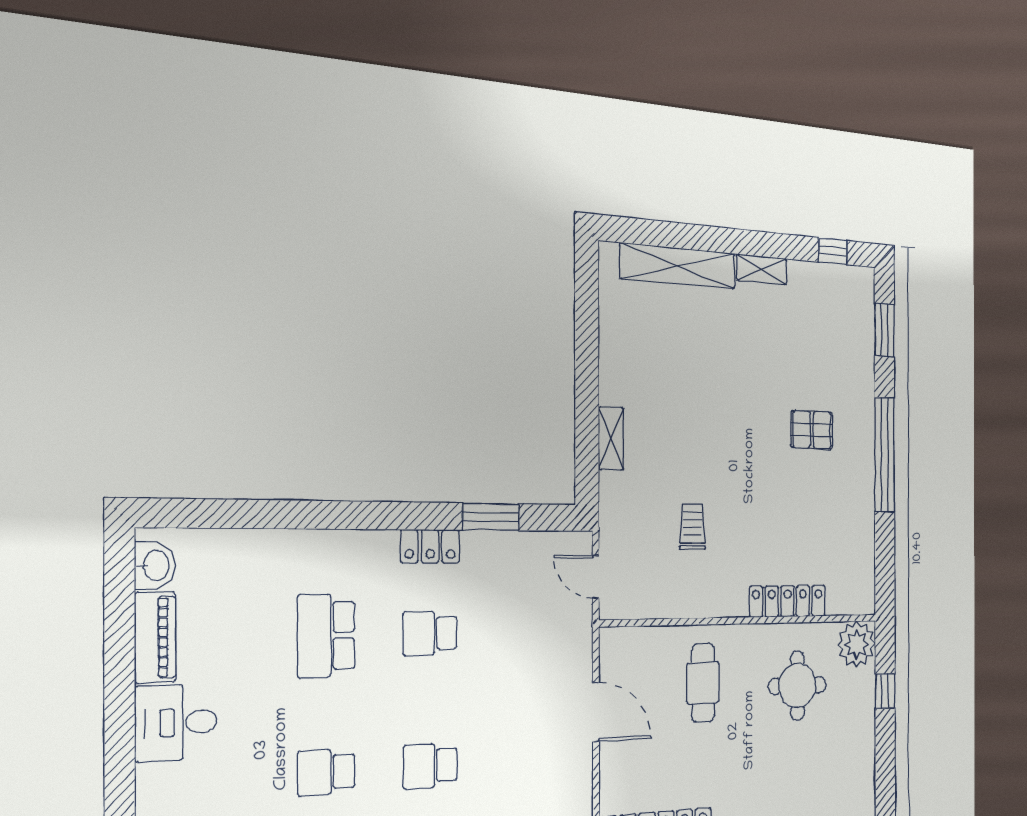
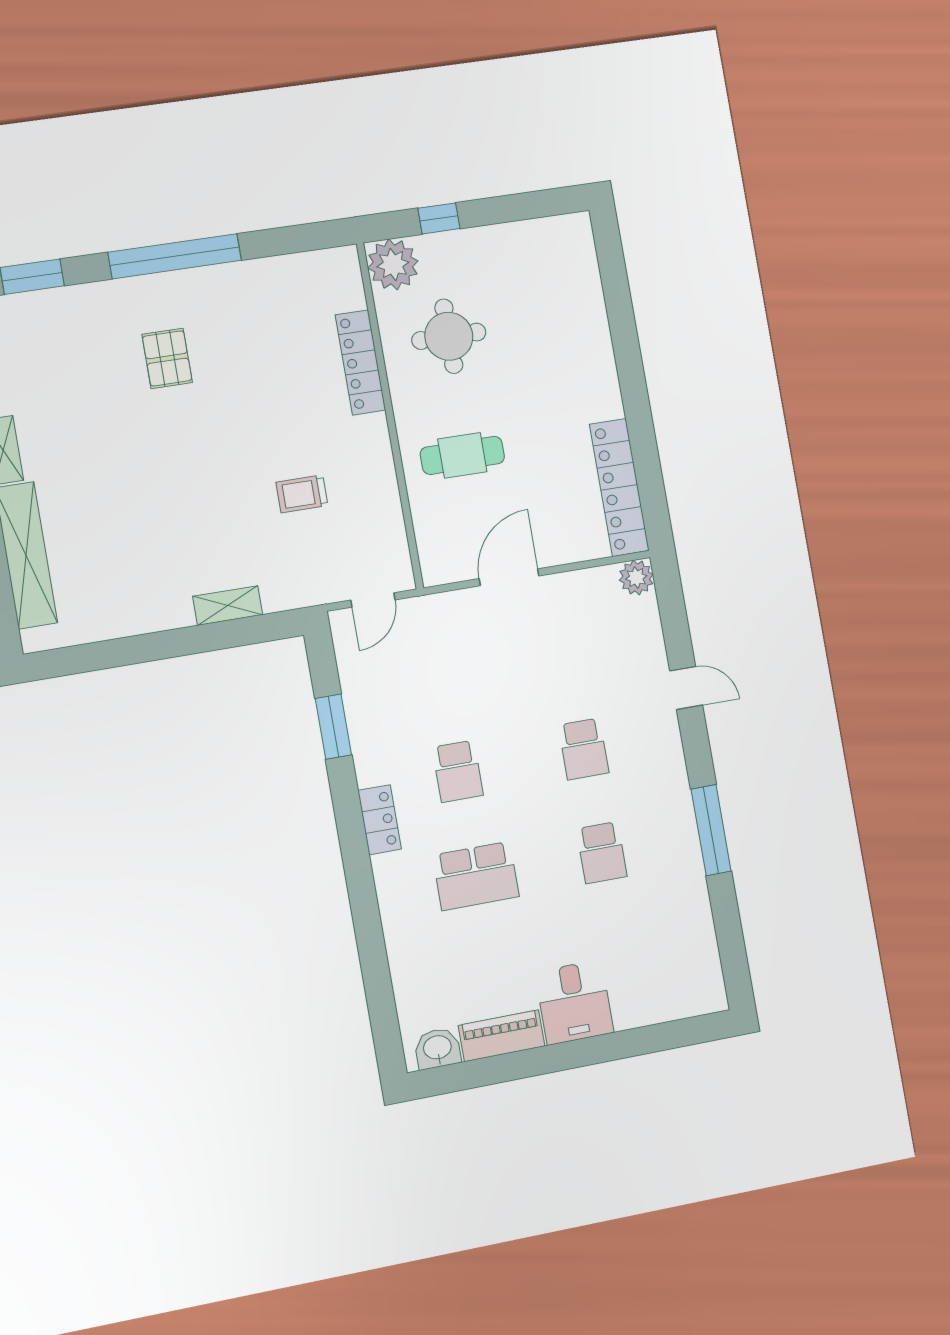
locker: (430, 546) -> (380, 820), moved

